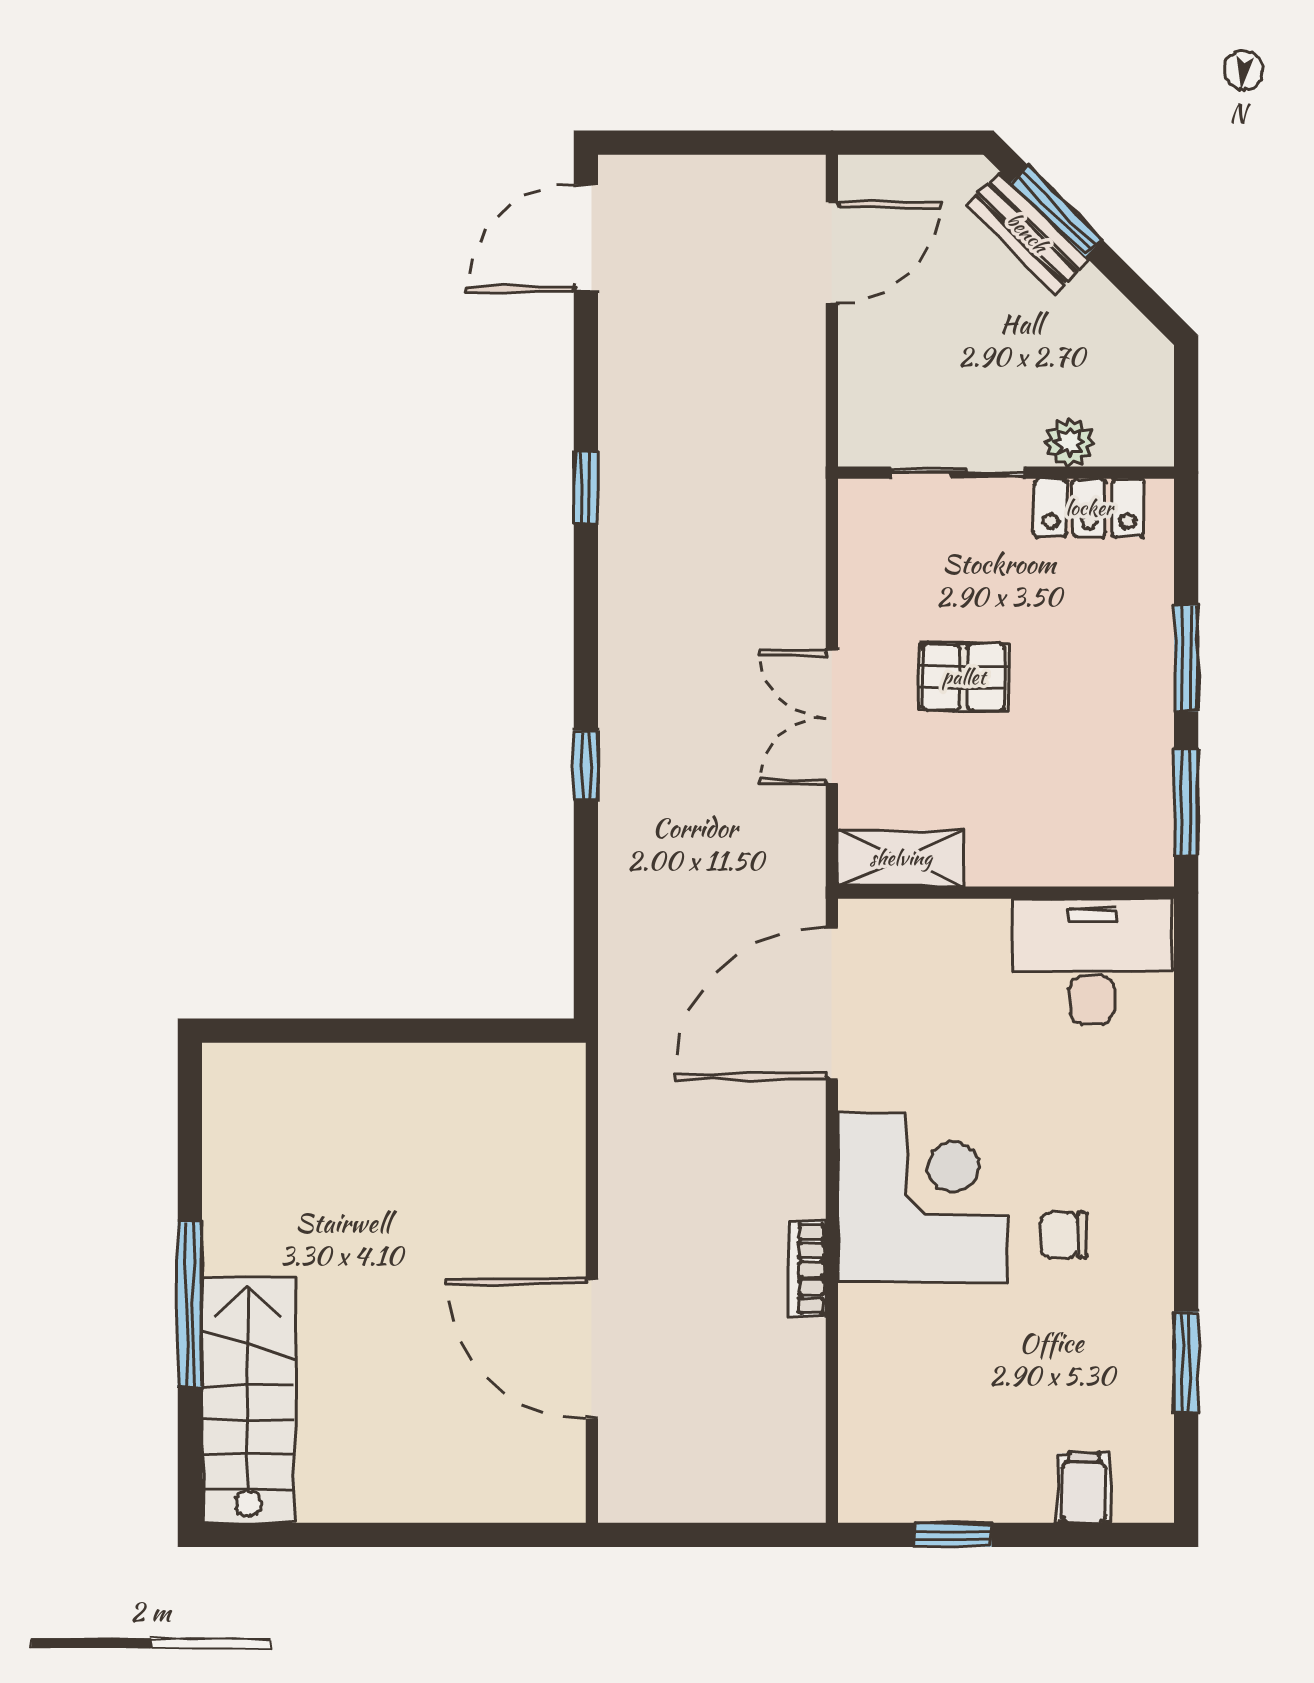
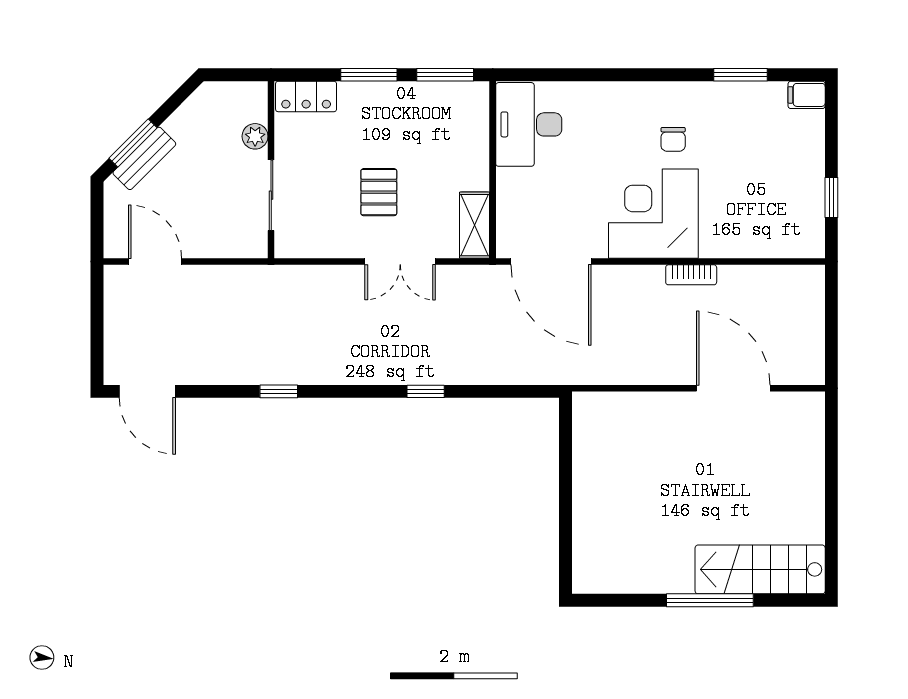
locker: (1089, 508) -> (306, 96), moved, turned 90
door: (592, 1349) -> (733, 388), swing flipped
filing cabinet: (1084, 1488) -> (807, 95), moved

